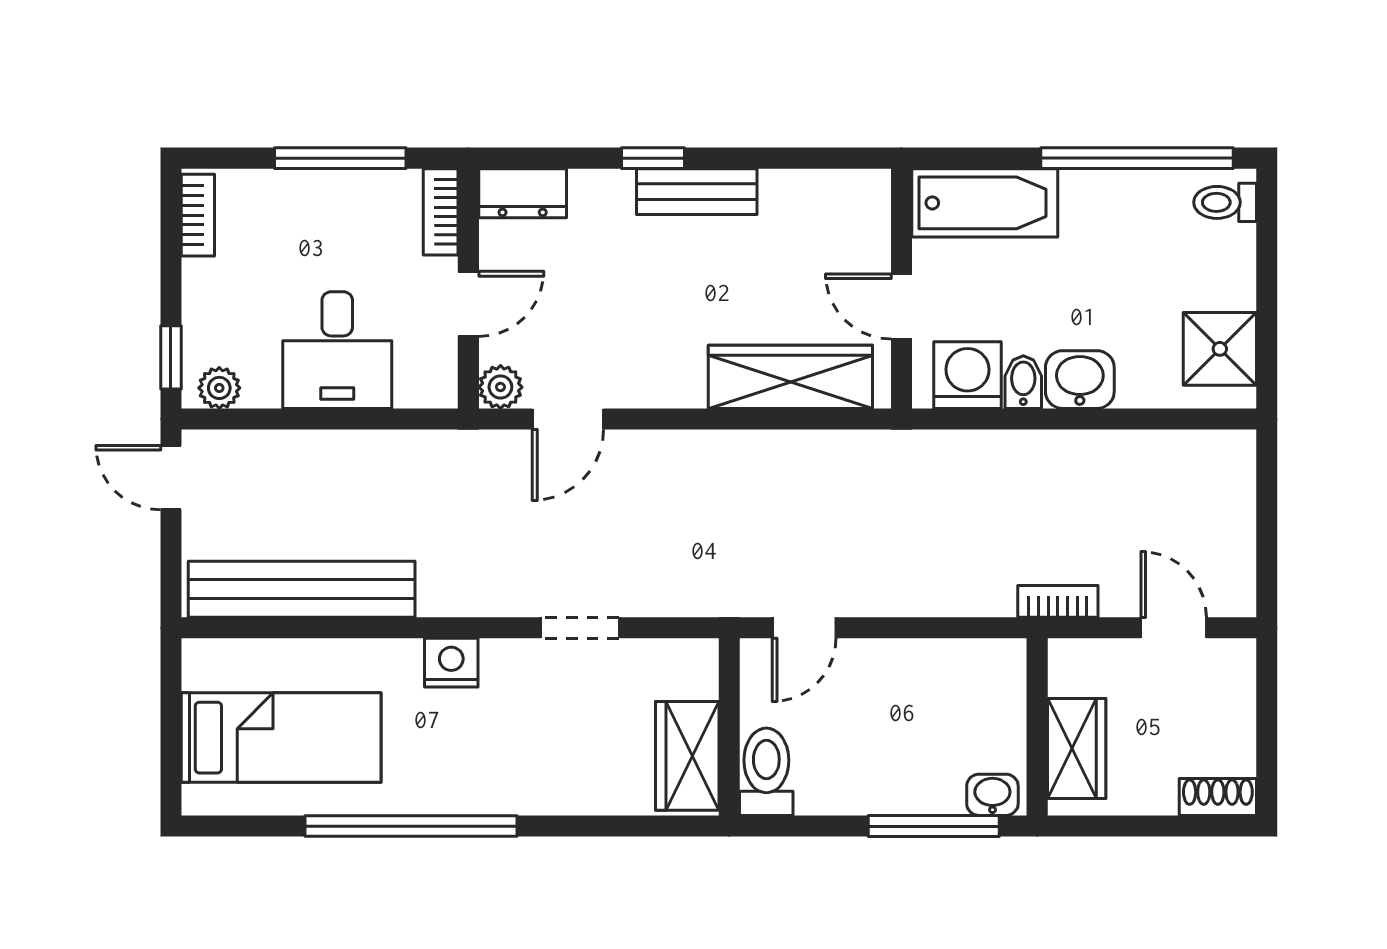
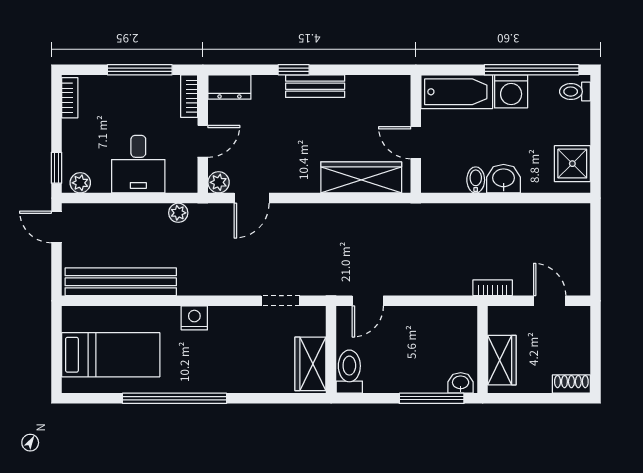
washing machine: (968, 375) -> (511, 91), moved, turned 180
plant: (419, 449) -> (178, 213), added
doorway: (580, 628) -> (280, 301), moved

